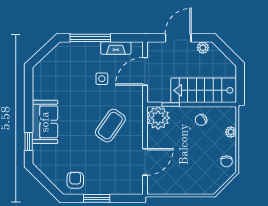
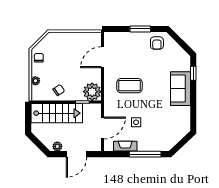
coffee table: (110, 126) -> (130, 86), turned 55

